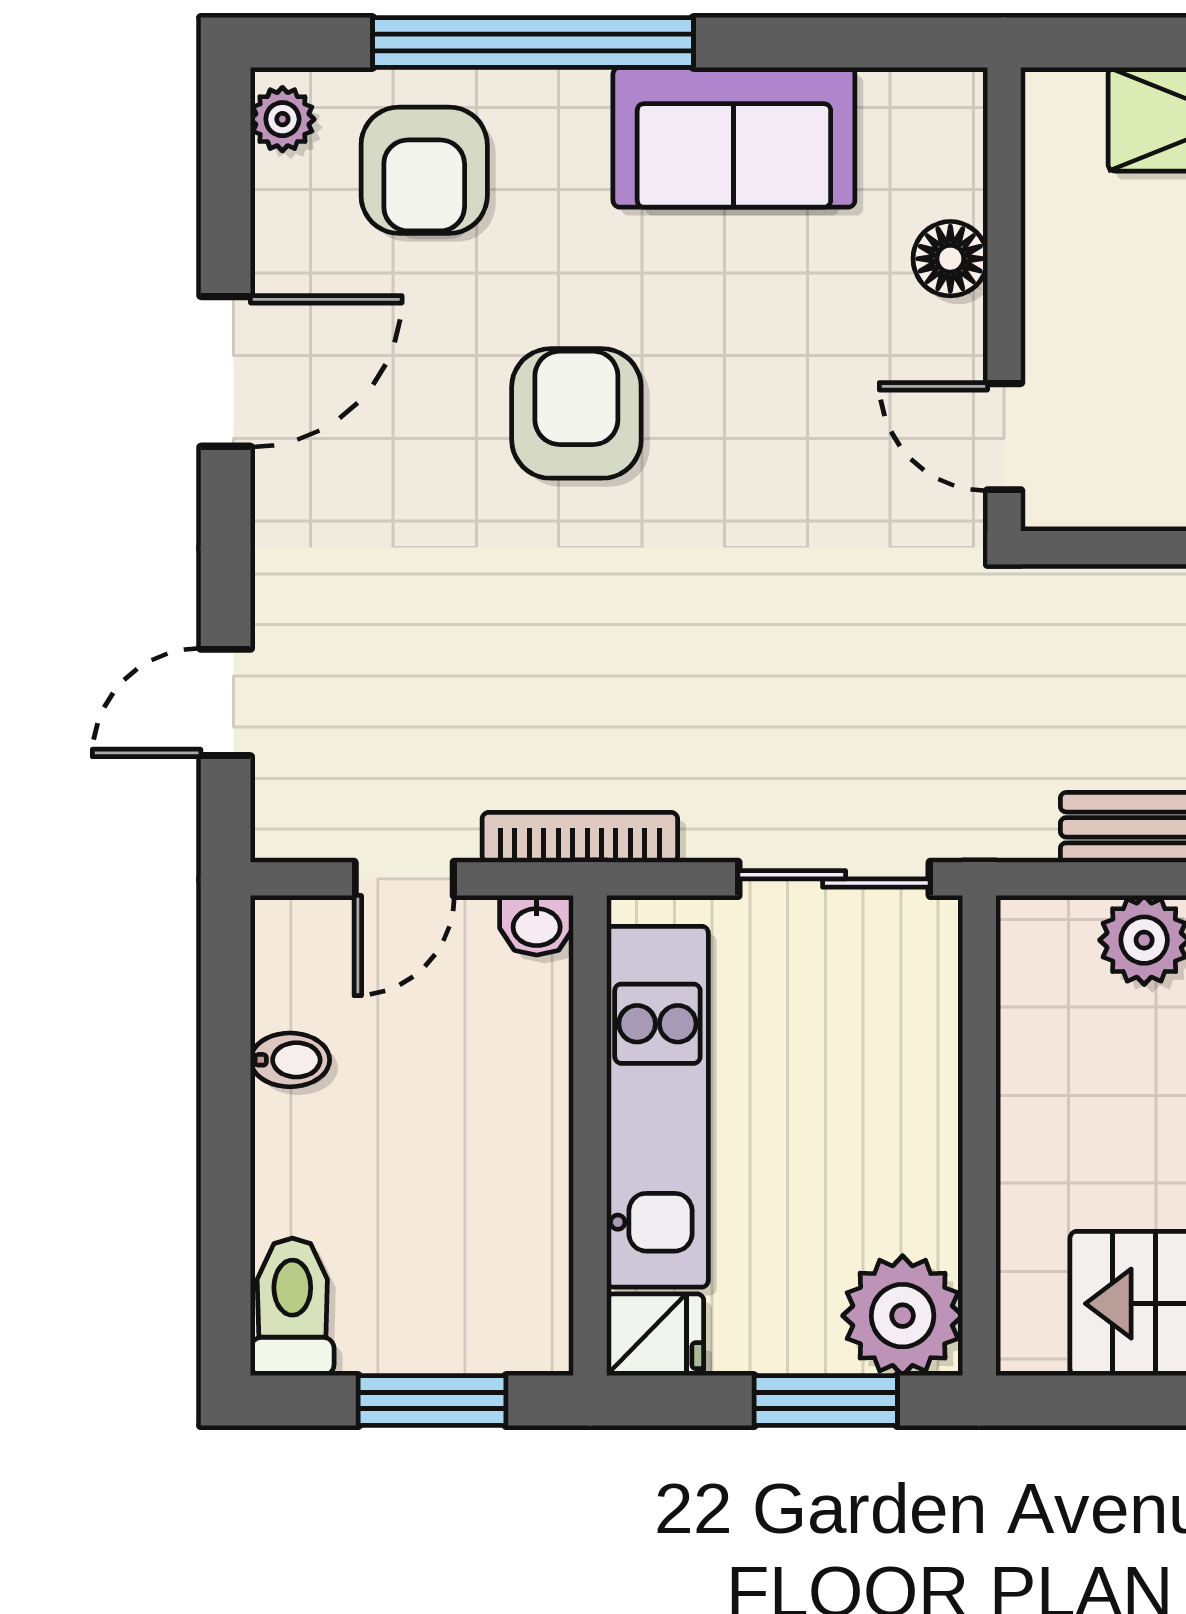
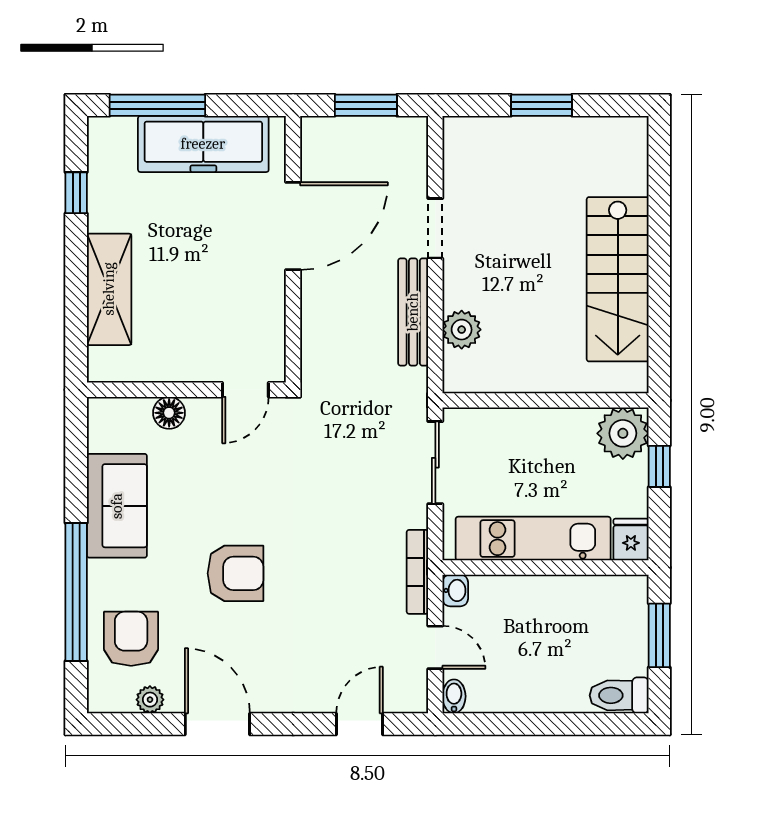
plant: (282, 119) -> (150, 700), moved
armchair: (424, 170) -> (131, 639), turned -90
armchair: (576, 413) -> (235, 573), turned 180
door: (226, 702) -> (360, 724), swing flipped
bidet: (290, 1060) -> (454, 696), moved
window: (826, 1401) -> (659, 466), width x0.67

